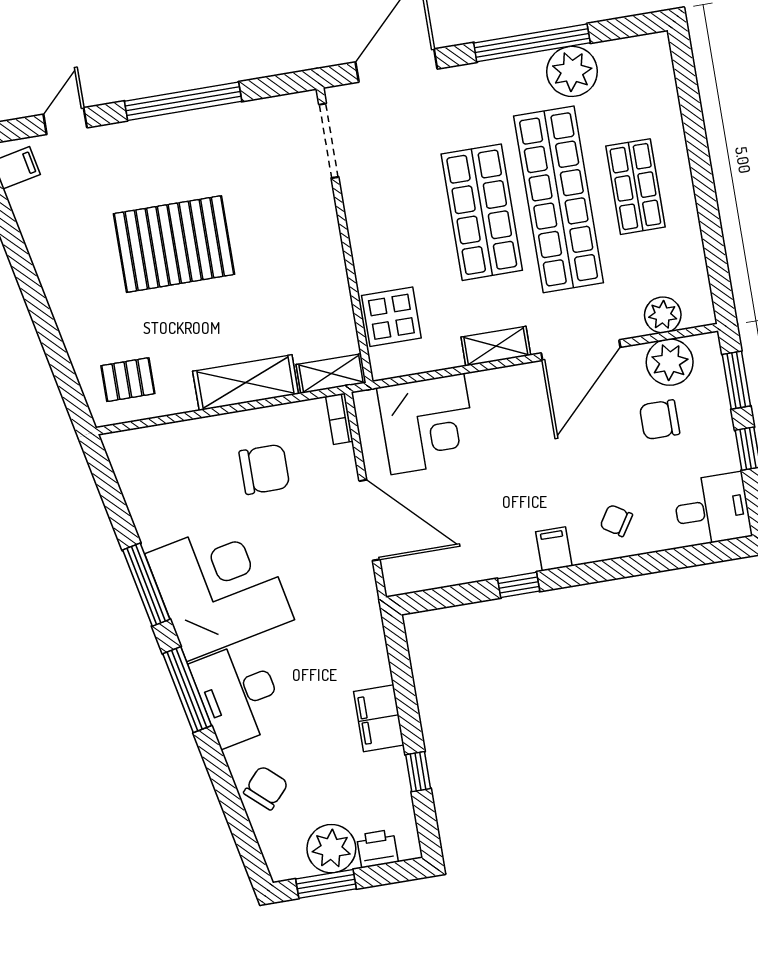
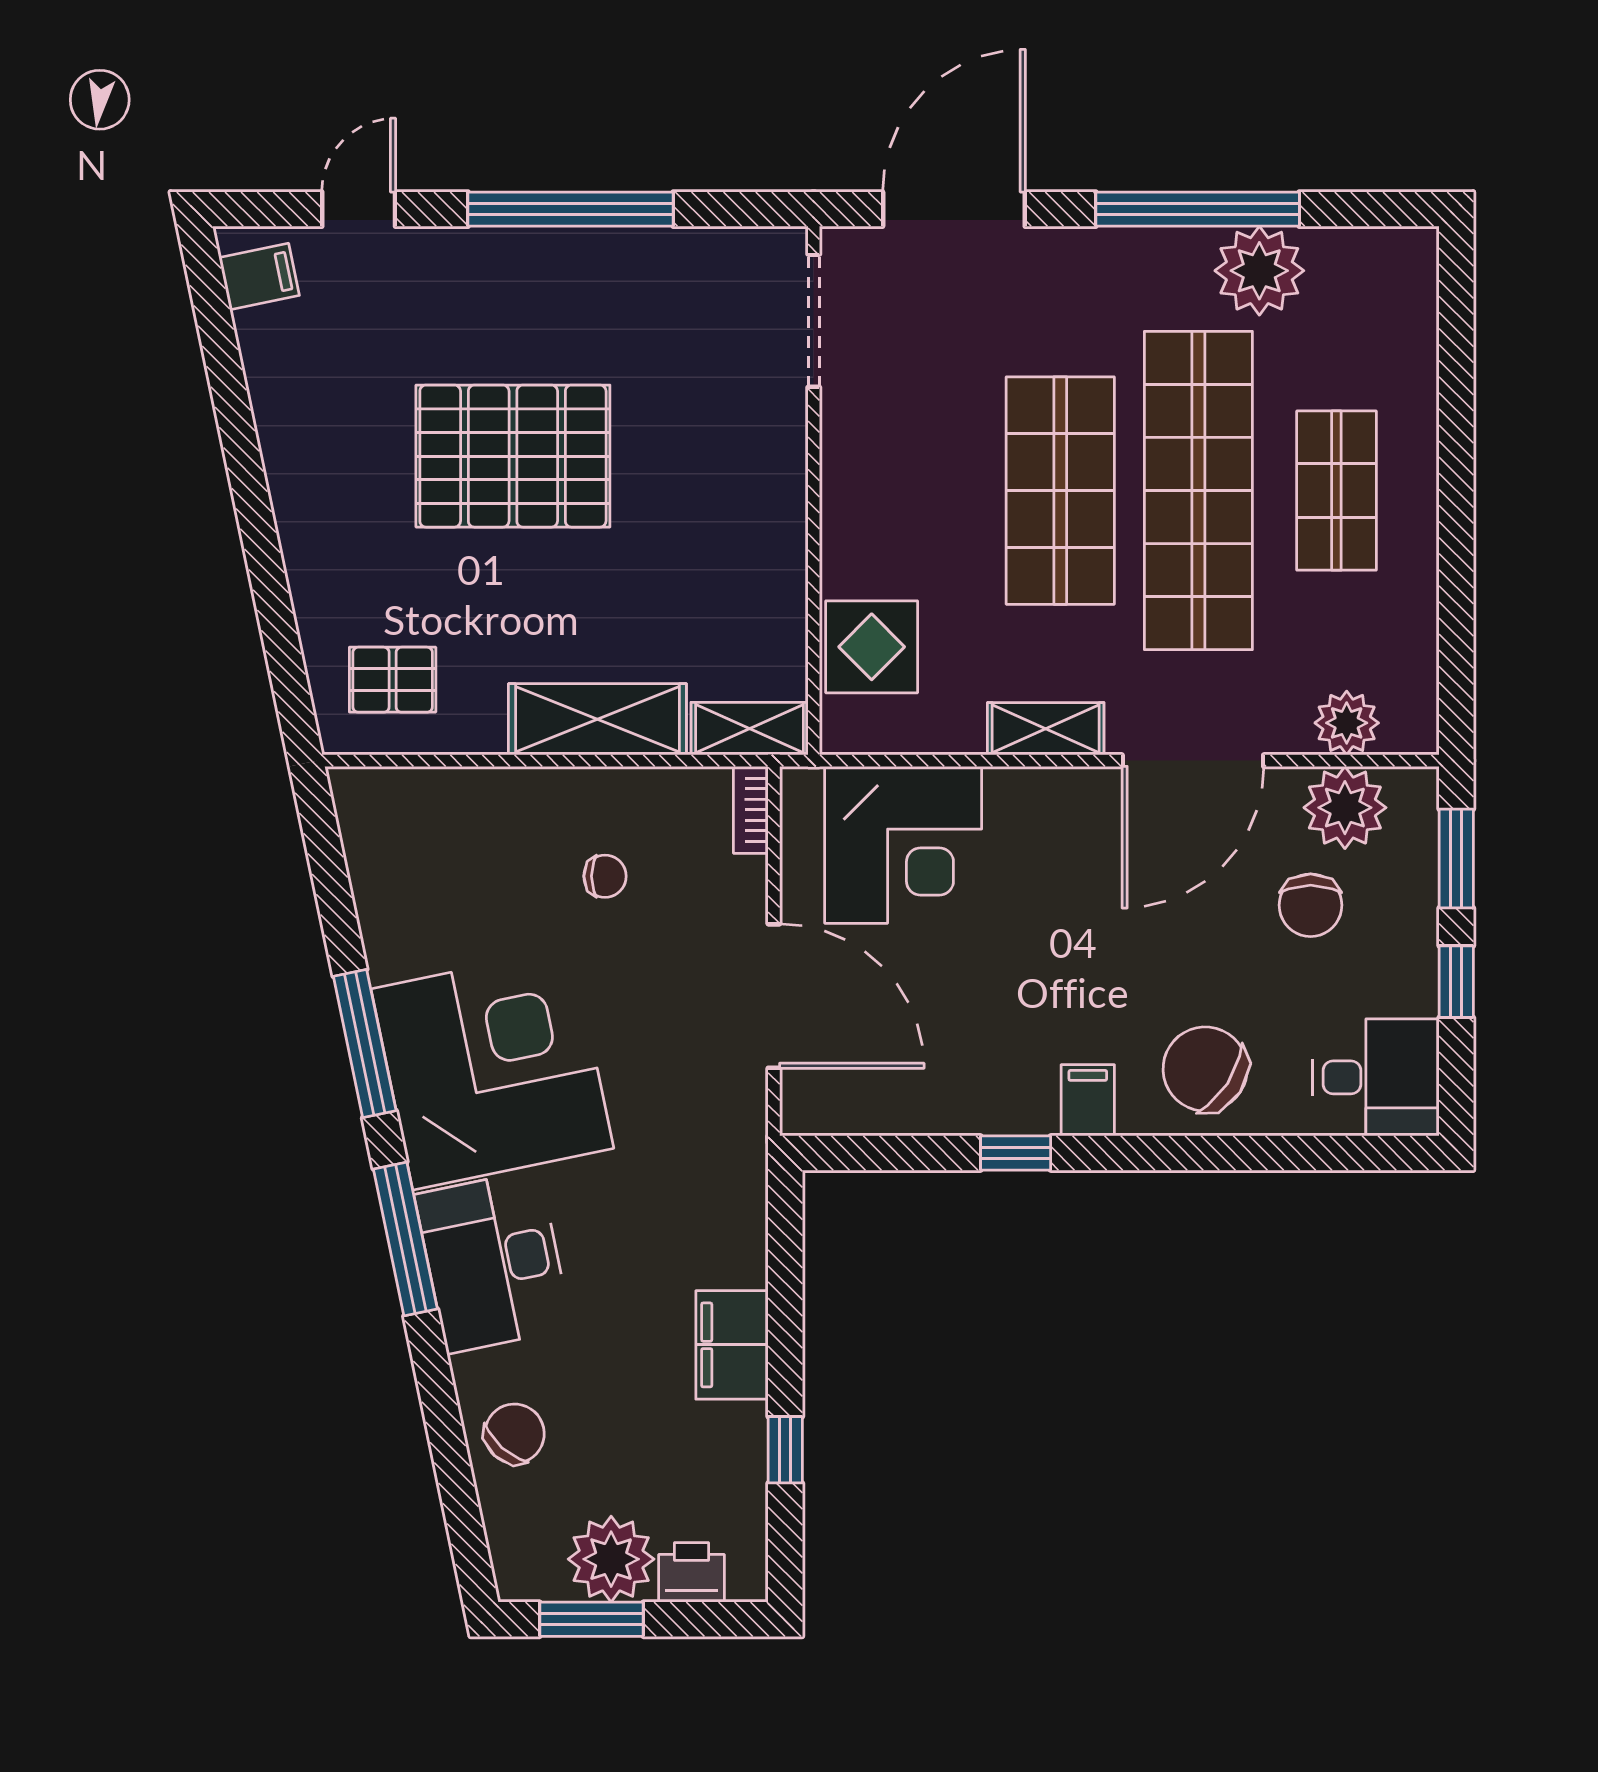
chair: (660, 420) -> (1311, 905), turned -90
chair: (264, 469) -> (605, 876), width x0.54, depth x0.54
chair: (616, 521) -> (1205, 1069), width x1.87, depth x1.87

